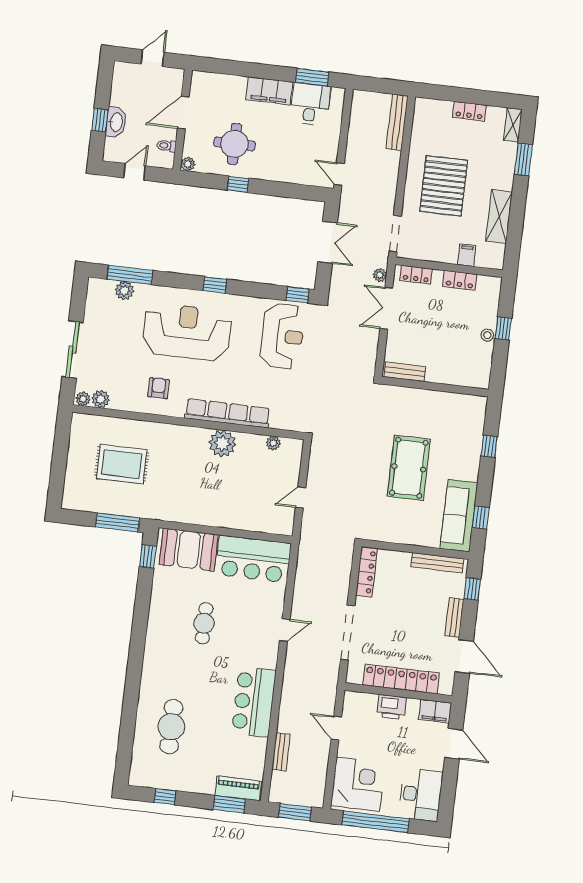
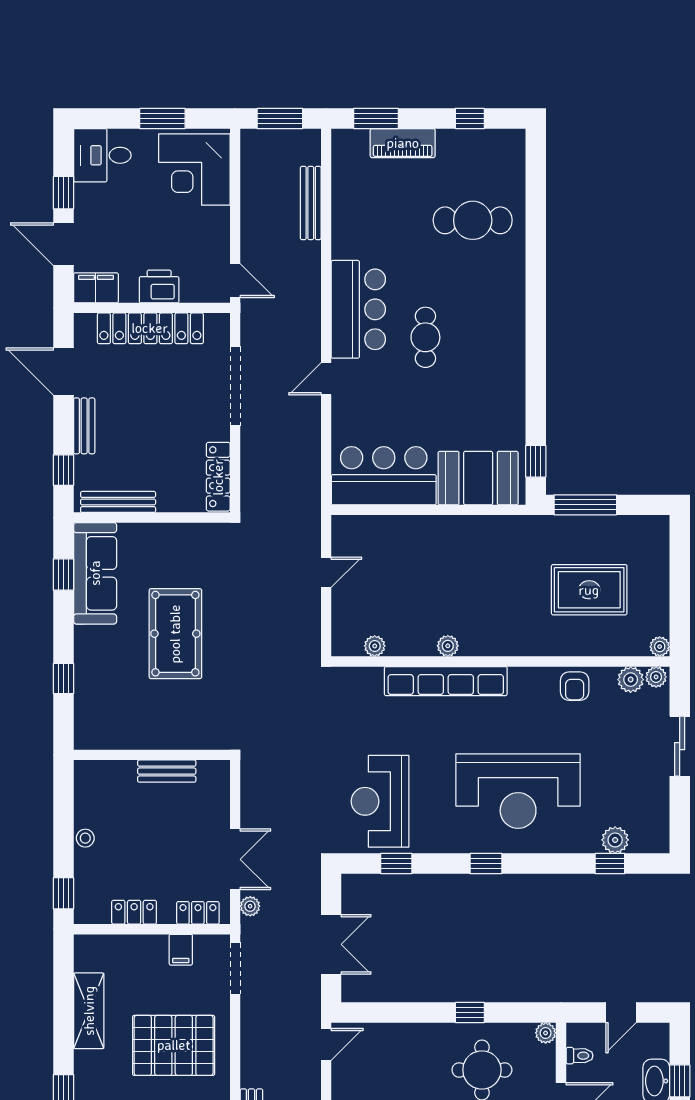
door: (339, 174) -> (326, 1044), hinge flipped
pallet: (444, 186) -> (174, 1045), turned 90
double door: (327, 242) -> (331, 944), swing flipped
filing cabinet: (467, 255) -> (181, 950), moved
window: (130, 275) -> (610, 864), width x0.46
window: (298, 295) -> (396, 864), moved
window: (503, 328) -> (63, 893), moved
sliding door: (73, 350) -> (680, 746), width x0.73
bench: (405, 372) -> (167, 771), moved
armchair: (159, 388) -> (575, 686), moved
plant: (78, 419) -> (660, 647), added
plant: (222, 443) -> (448, 646), width x0.53, depth x0.53
cafe table: (204, 623) -> (425, 337), moved
bar counter: (254, 702) -> (358, 309), moved
cafe table: (171, 727) -> (473, 220), turned 90
door: (336, 728) -> (235, 281), moved
bench: (281, 752) -> (311, 203), width x1.36
window: (449, 779) -> (63, 193), added
piano: (238, 788) -> (403, 143), moved
desk: (421, 795) -> (102, 155), width x0.73
window: (376, 822) -> (162, 118), width x0.47

